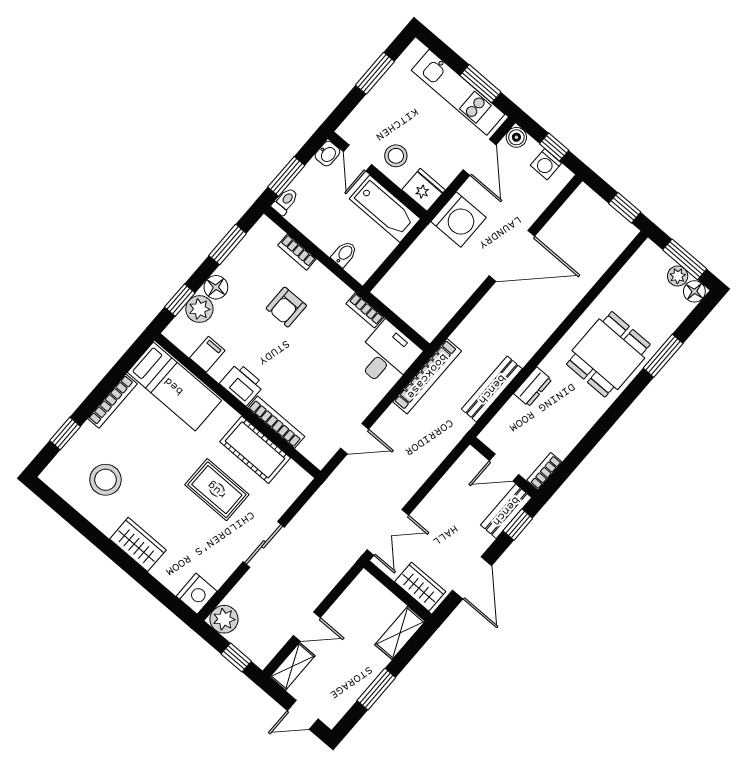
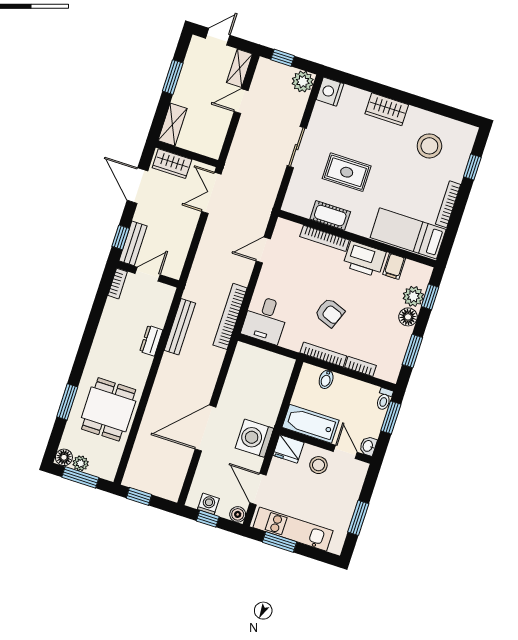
armchair: (286, 307) -> (330, 313), moved, turned 111
bookcase: (365, 310) -> (323, 354), moved, width x1.56
dining table: (608, 354) -> (109, 409), moved
printer: (242, 384) -> (364, 259), width x1.37, depth x1.19
cot: (255, 450) -> (330, 215), width x0.73, depth x0.75

